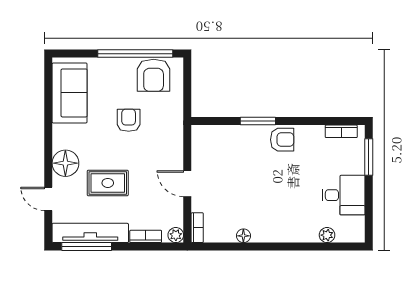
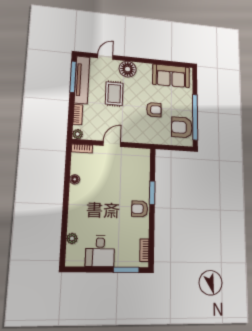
armchair: (282, 140) -> (140, 209), turned 90

